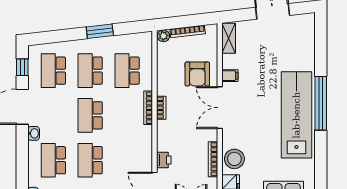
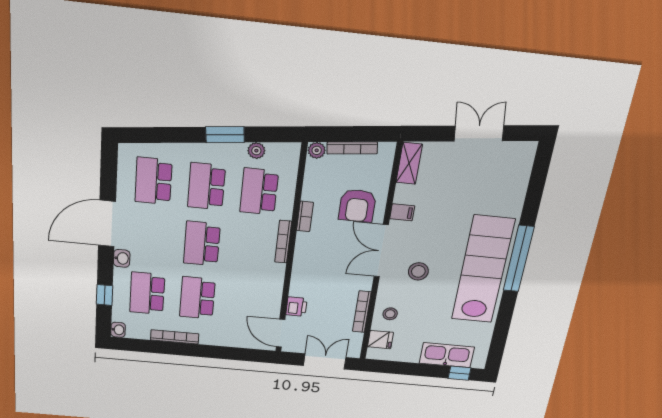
plant: (122, 41) -> (256, 151), added
window: (22, 67) -> (105, 295), moved
bookcase: (161, 108) -> (305, 216), moved
stool: (249, 121) -> (418, 271), added
stool: (234, 159) -> (390, 314), width x0.53, depth x0.53

